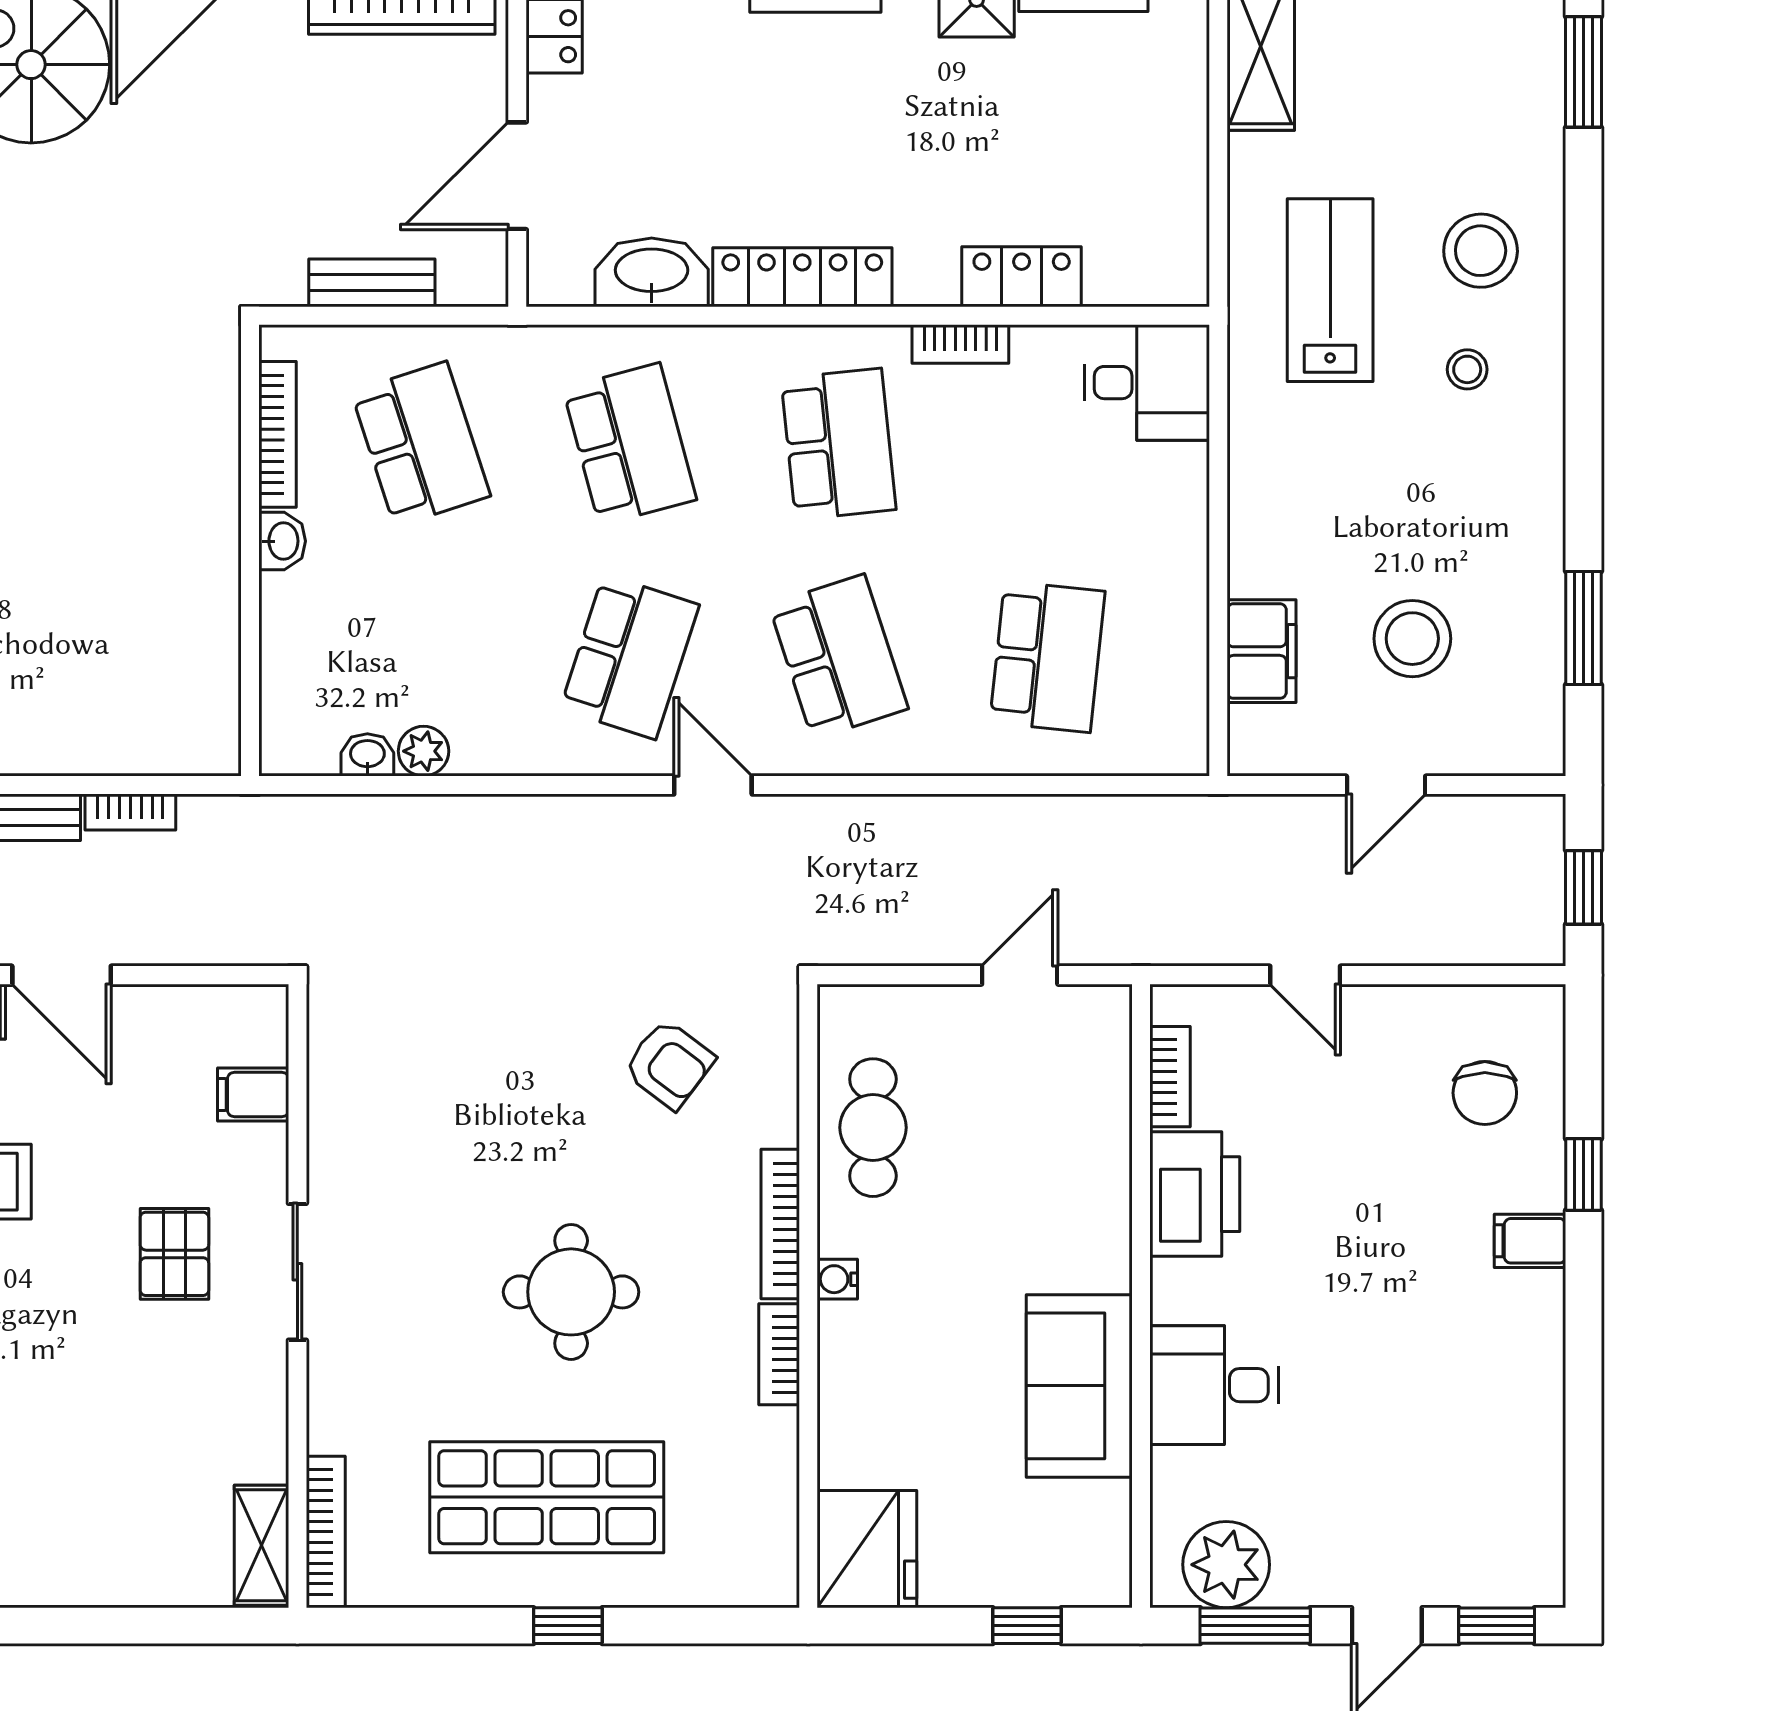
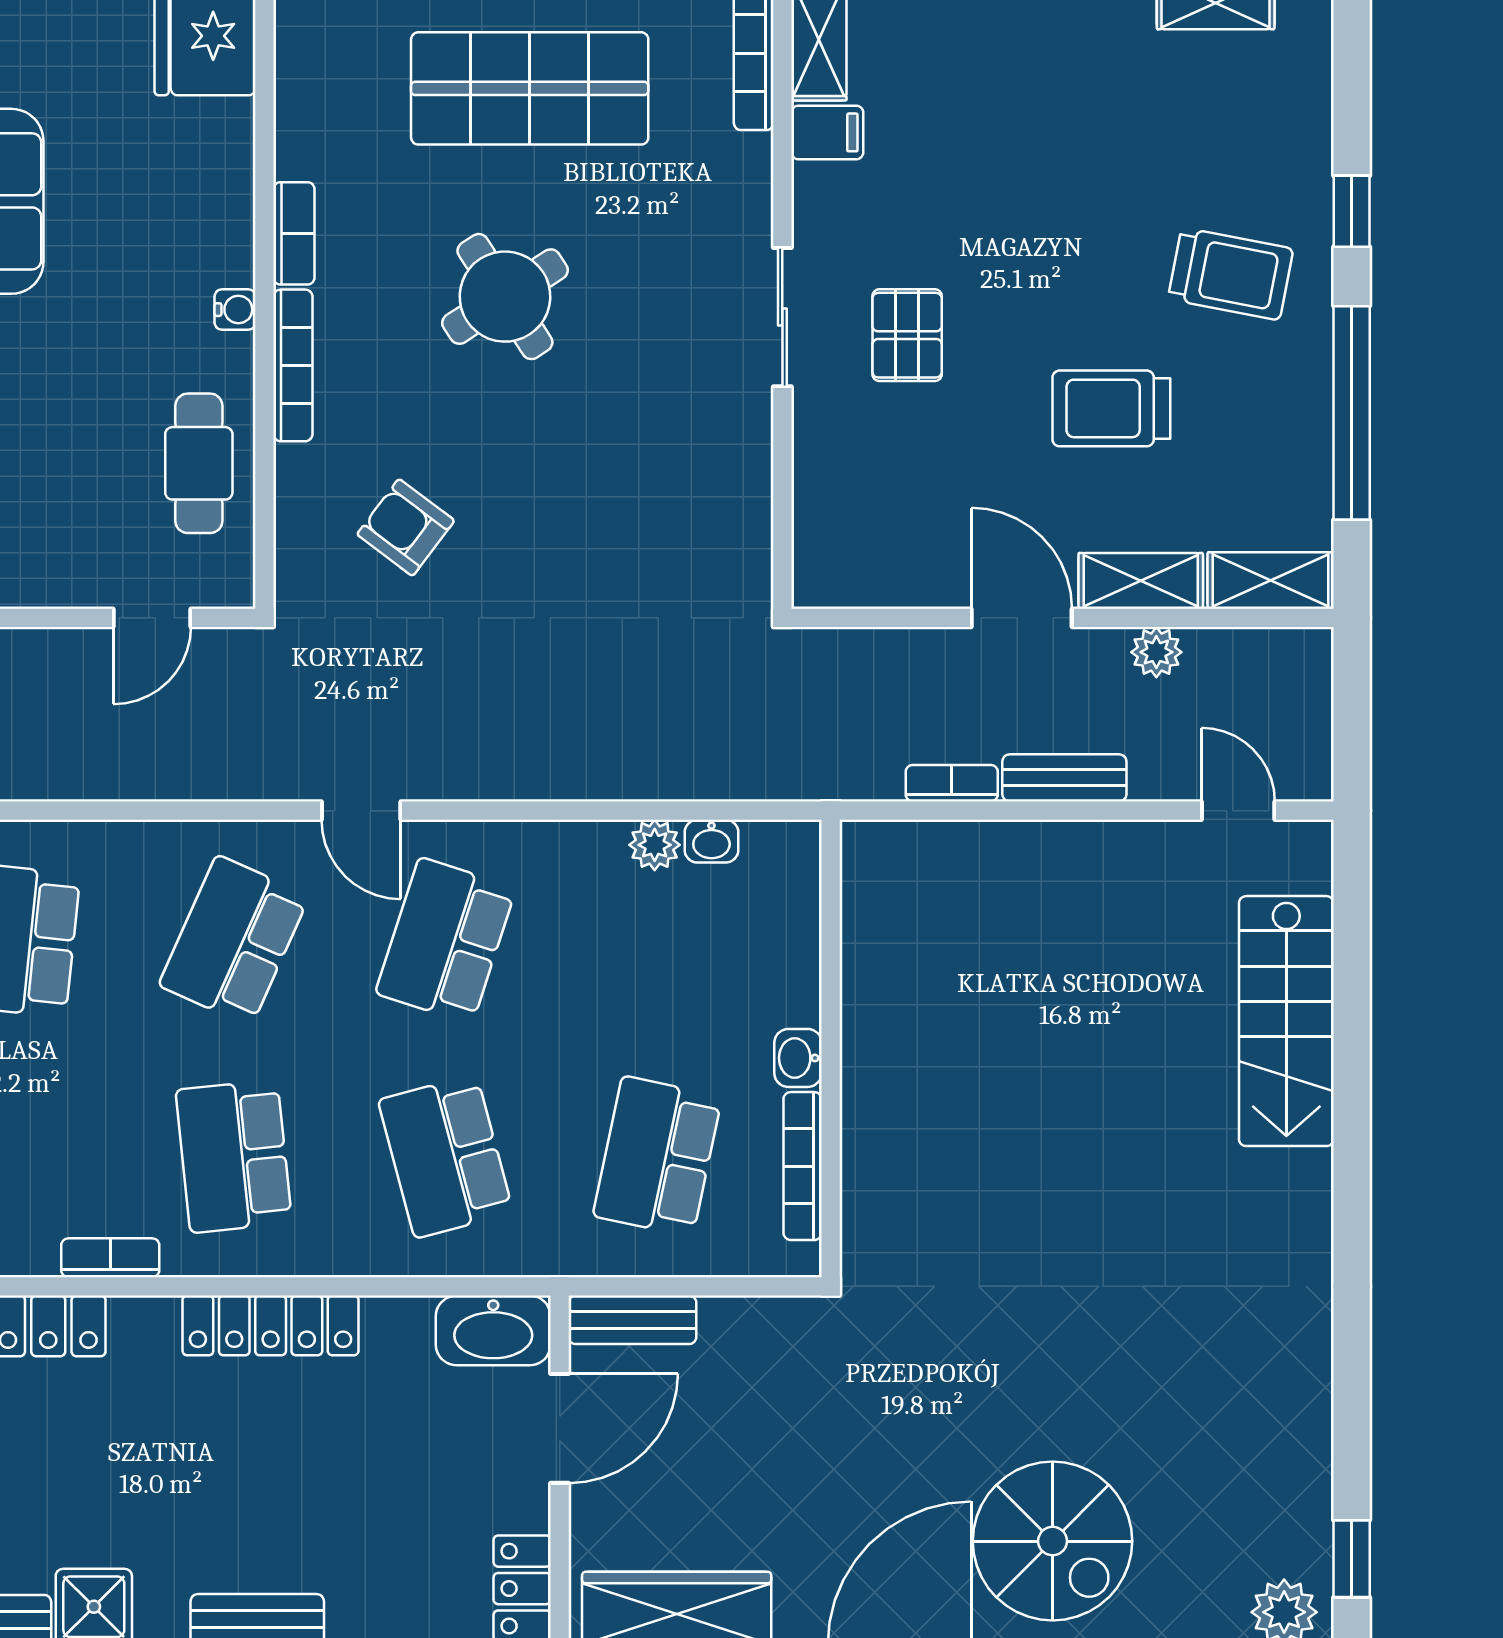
washbasin: (652, 272) -> (493, 1330), moved
bench: (372, 283) -> (632, 1320), moved
school desk: (421, 444) -> (657, 1156), turned 30
school desk: (838, 657) -> (234, 941), turned 42
door: (1020, 975) -> (152, 618), moved
filing cabinet: (253, 1094) -> (827, 132), moved
round table: (571, 1292) -> (505, 297), turned -33

